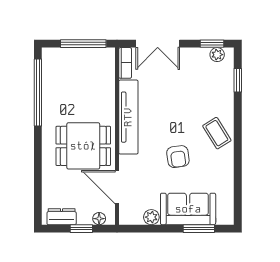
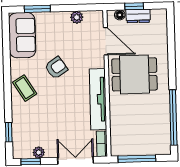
plant: (217, 55) -> (39, 152), moved
armchair: (178, 157) -> (56, 68), turned 64
sofa: (188, 209) -> (22, 35), moved, turned -90
dresser: (62, 217) -> (138, 16), moved

